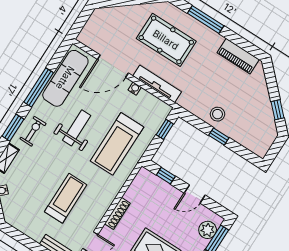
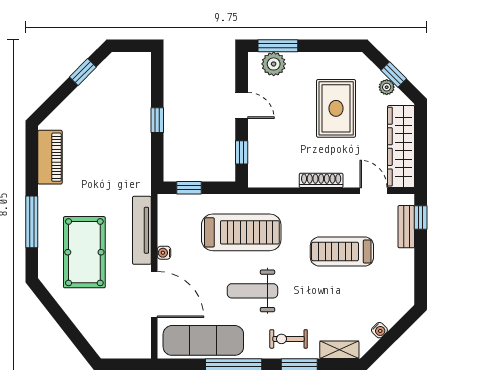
stool: (217, 114) -> (132, 138), removed

